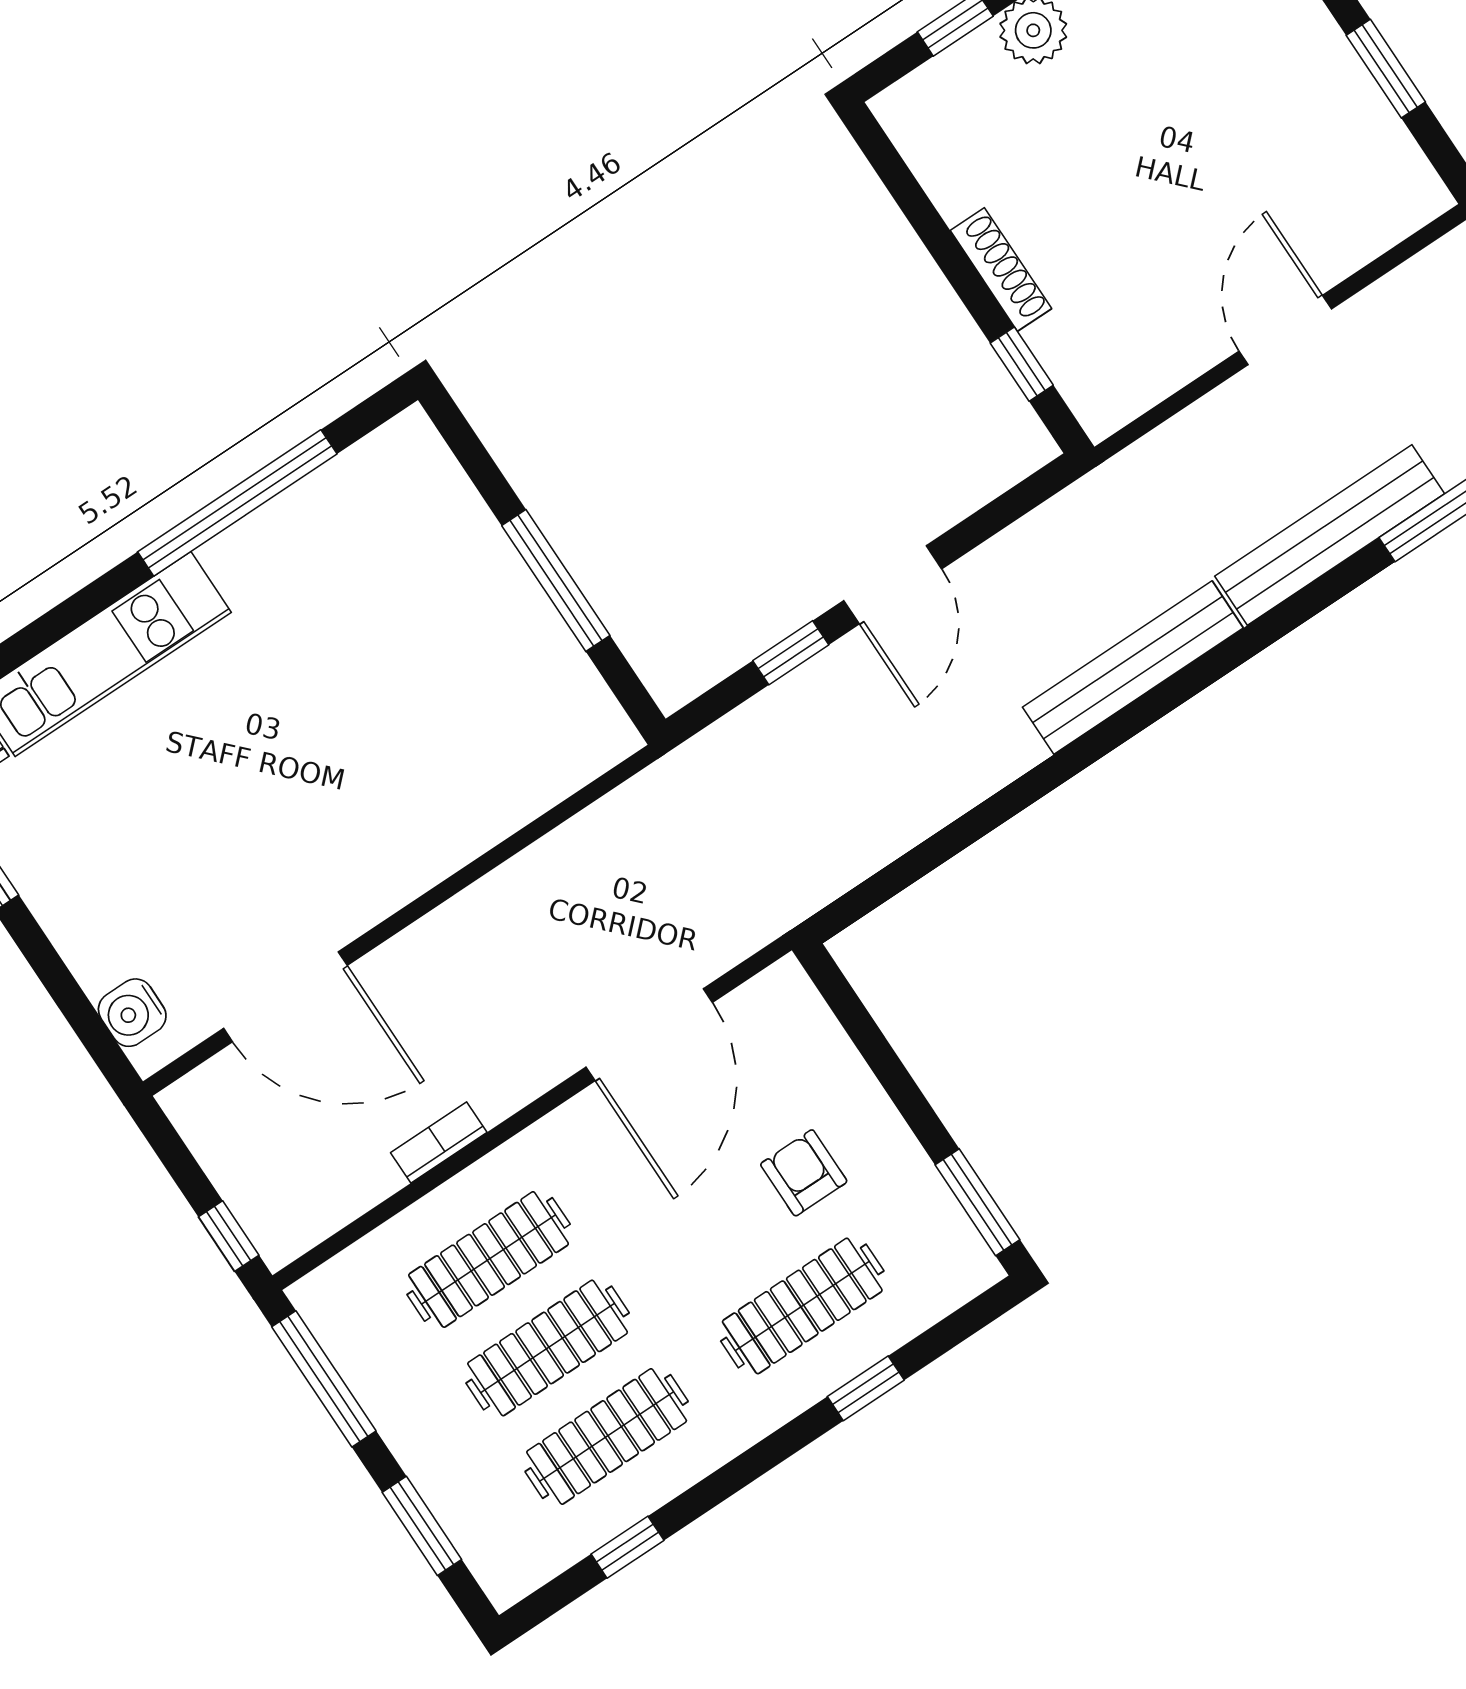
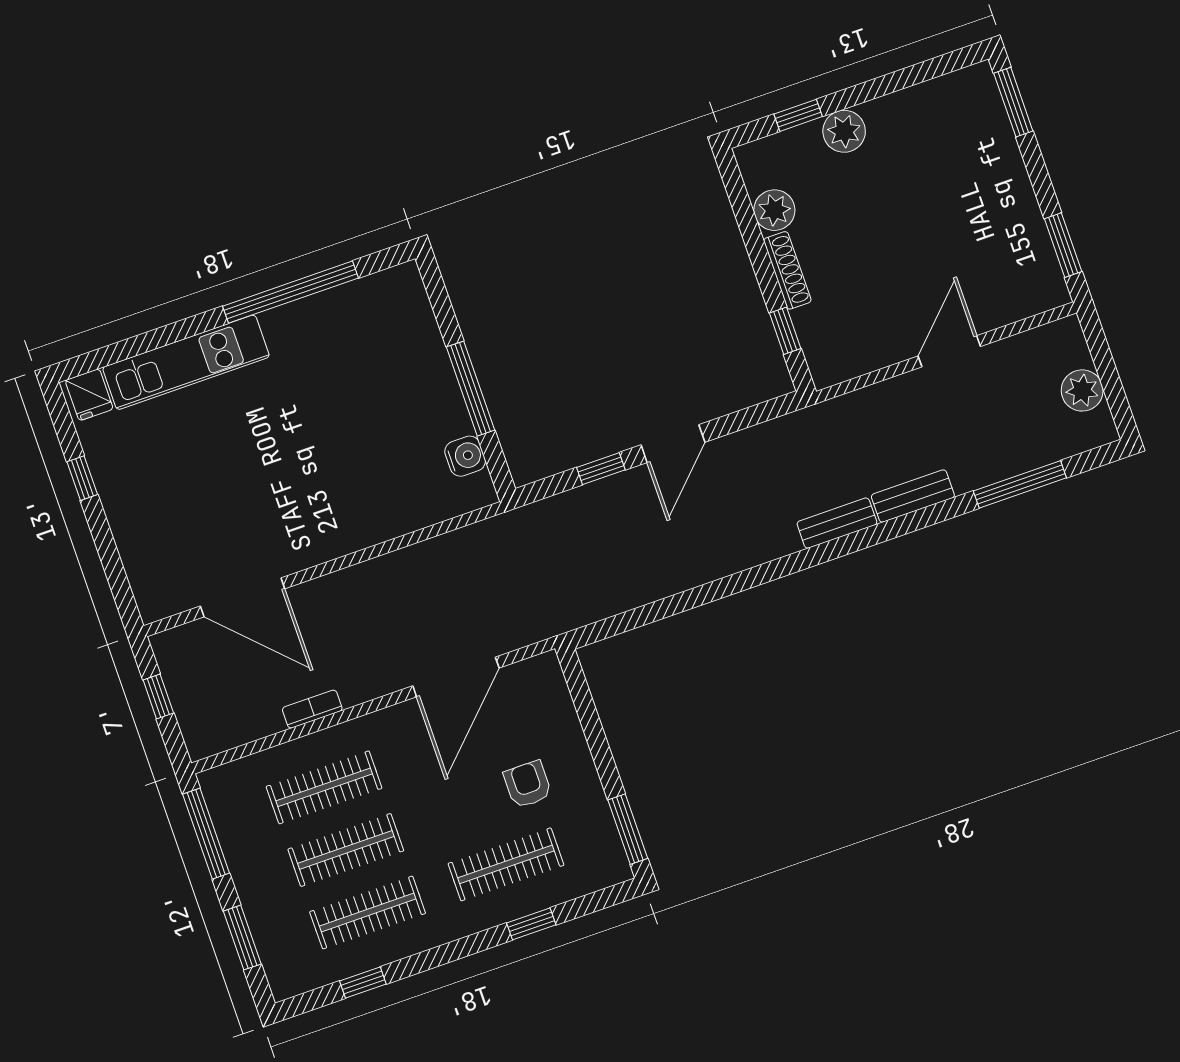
window: (1386, 69) -> (1063, 245), moved
plant: (957, 181) -> (774, 210), added
bench: (1330, 535) -> (913, 496), width x0.54, depth x0.82
bench: (1133, 668) -> (837, 523), width x0.54, depth x0.82
water cooler: (132, 1013) -> (465, 456), moved, turned 180
window: (229, 1236) -> (158, 697), moved

